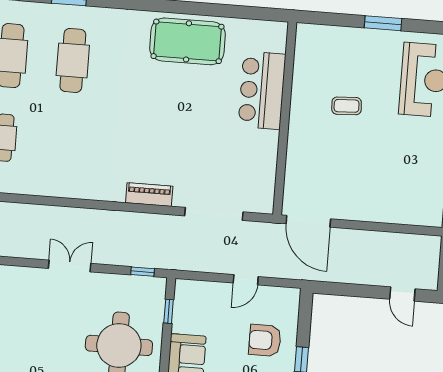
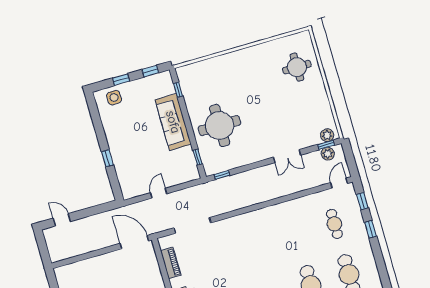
piano: (149, 195) -> (171, 263), moved, turned -90
double door: (70, 266) -> (287, 156), moved
armchair: (265, 340) -> (134, 161), removed

